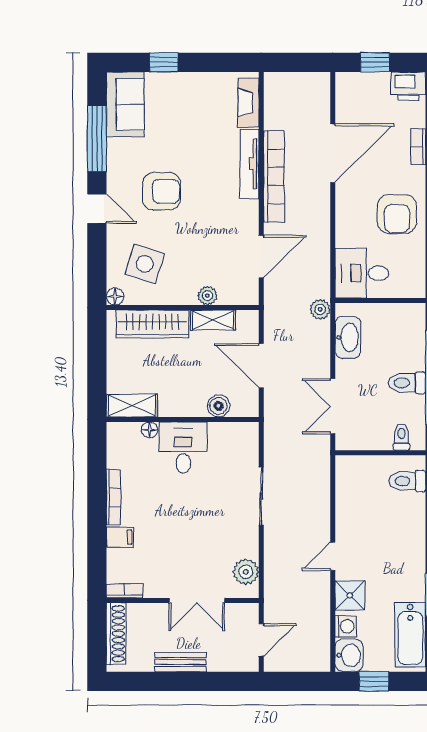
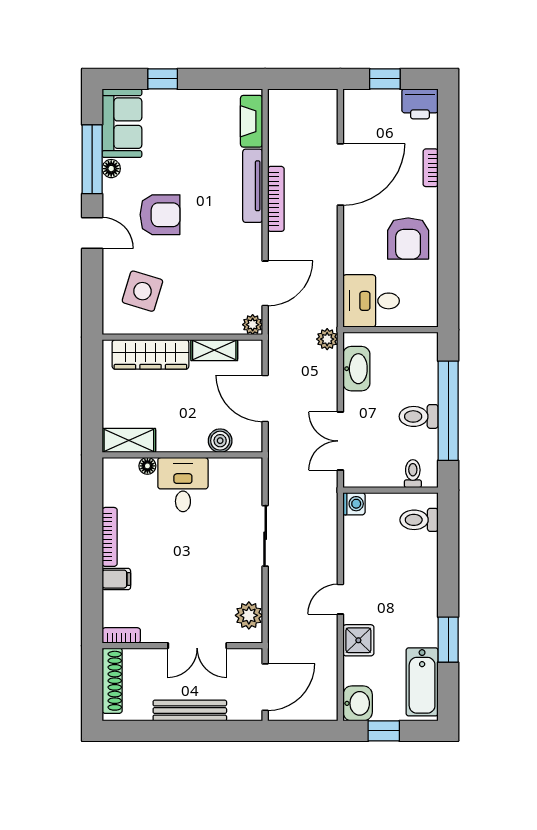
bookcase: (274, 176) -> (276, 199), width x0.68, depth x0.76
plant: (207, 296) -> (253, 325), moved
floor lamp: (115, 297) -> (111, 169), moved
washing machine: (346, 626) -> (354, 504), moved
door: (261, 640) -> (265, 687), width x1.38
bench: (180, 662) -> (190, 711), width x1.36

